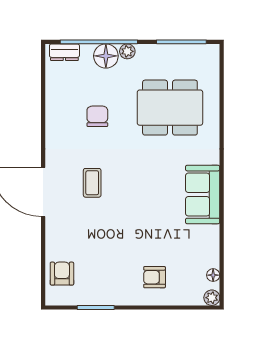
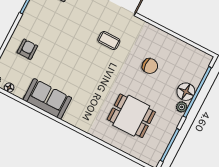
dresser: (64, 52) -> (202, 66), removed
dining table: (170, 108) -> (131, 116), width x0.73
sofa: (203, 195) -> (47, 99), moved

